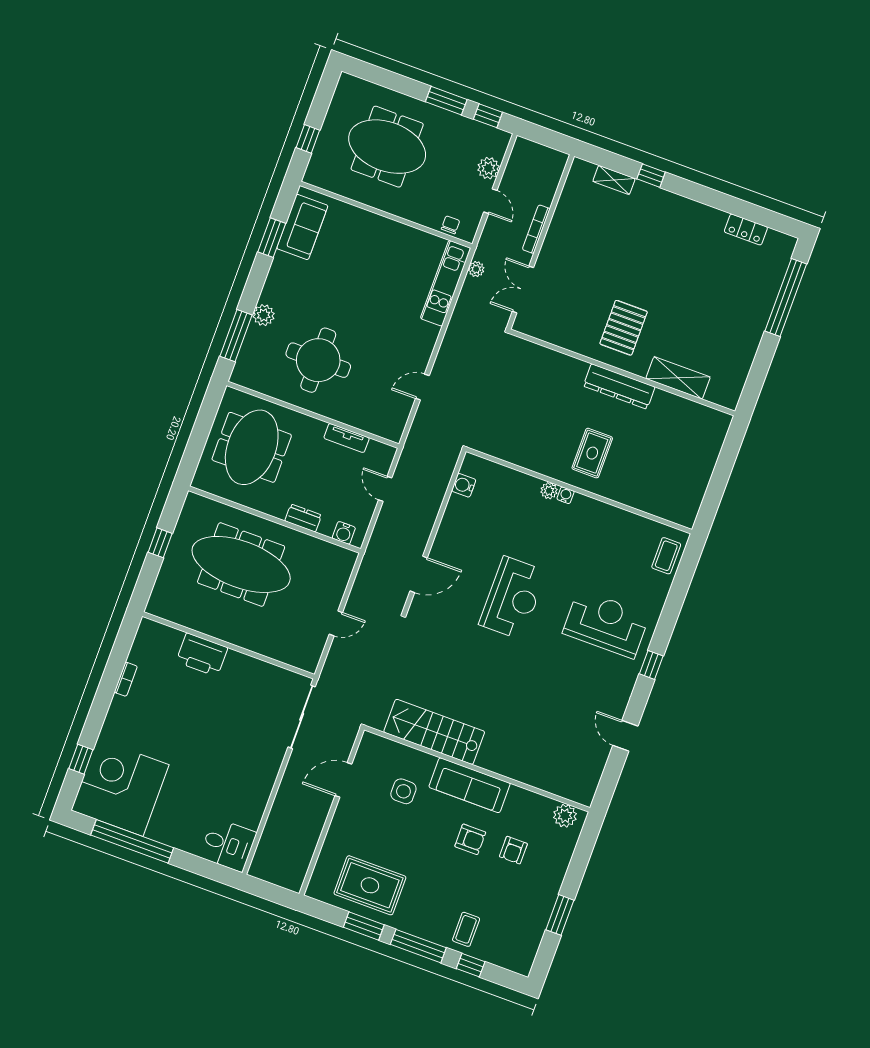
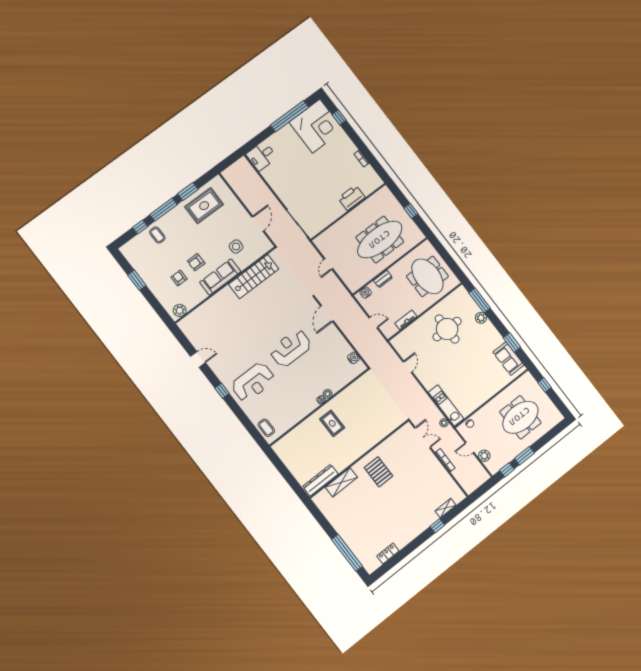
dresser: (619, 386) -> (320, 480), moved
reception desk: (513, 598) -> (291, 348), turned 90

